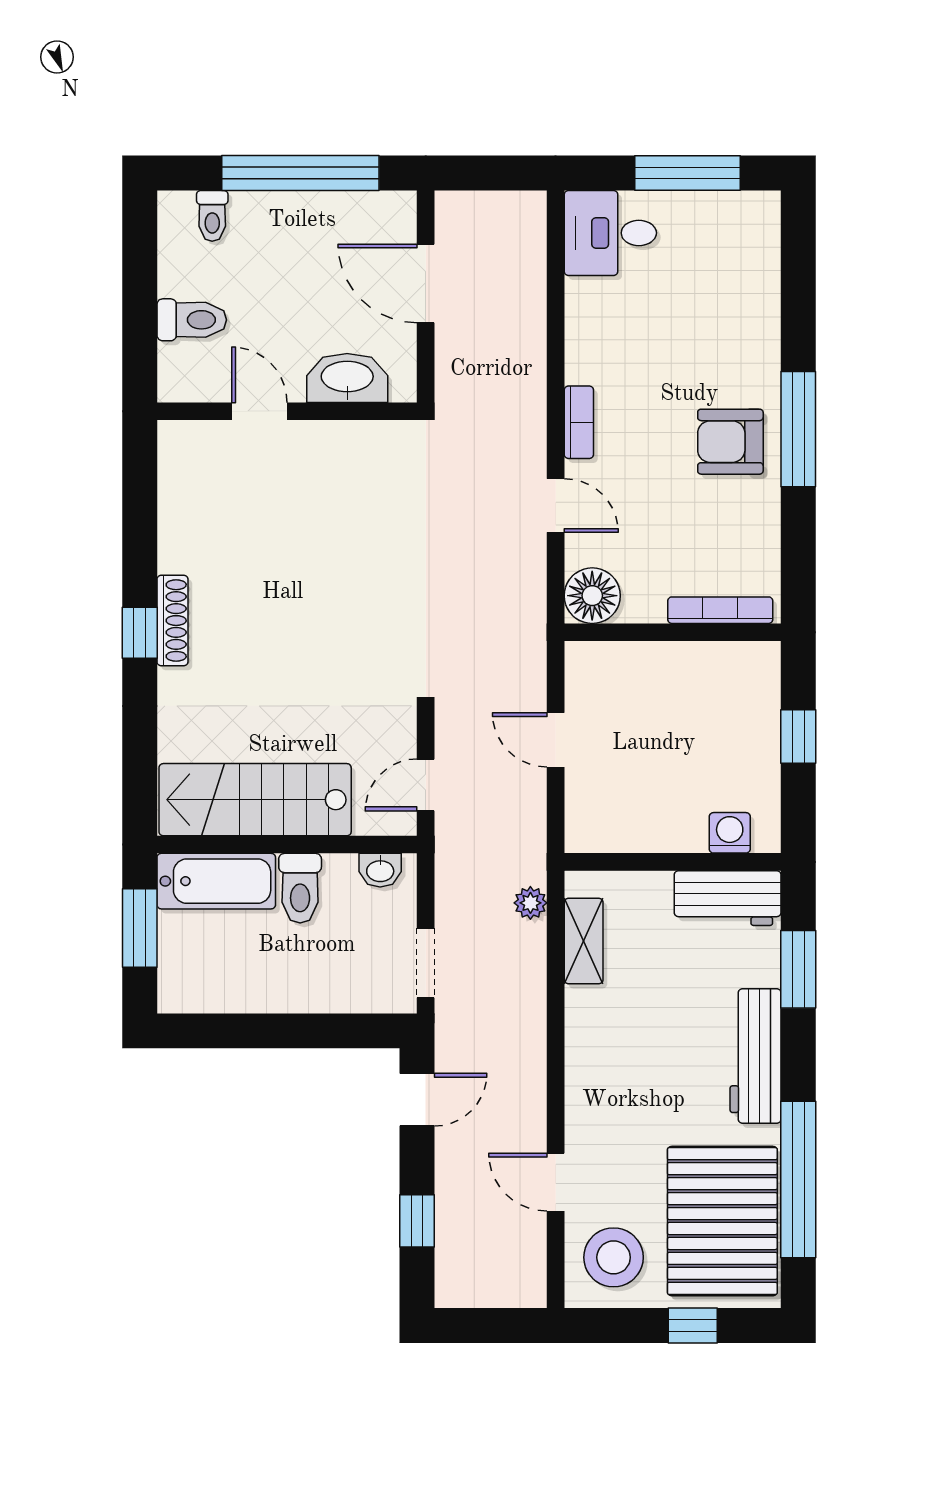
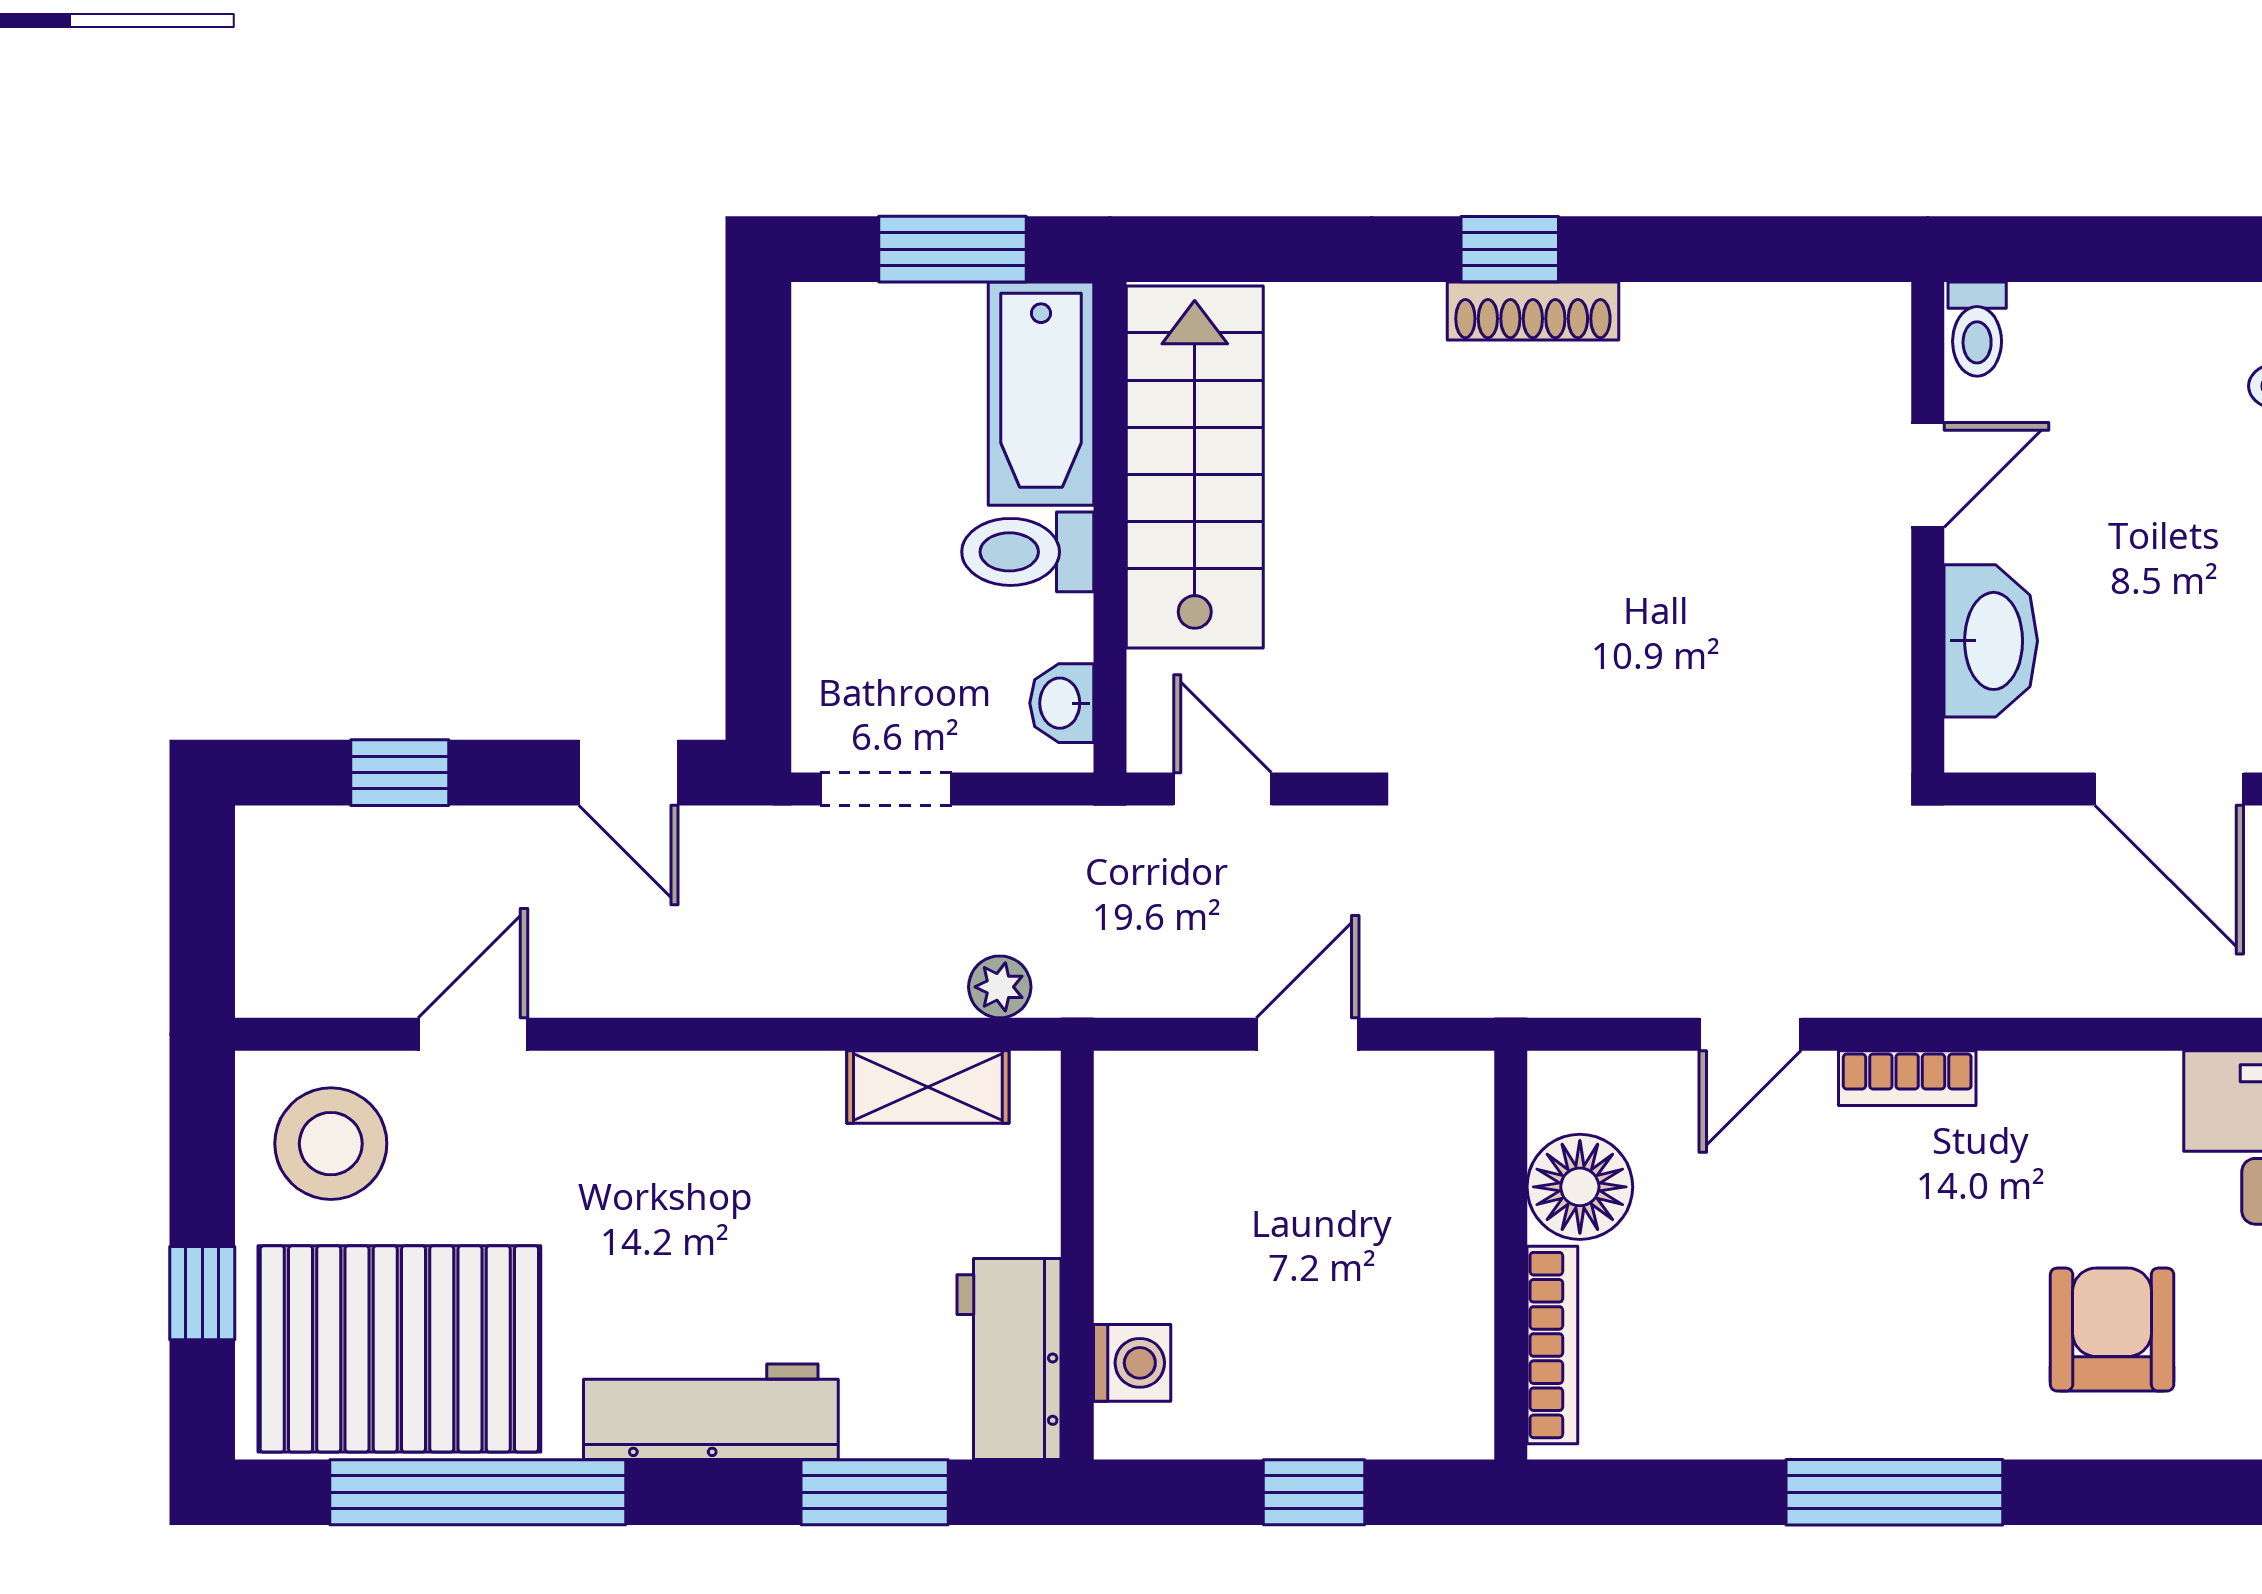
door: (426, 283) -> (2169, 789), swing flipped
toilet: (192, 320) -> (1977, 329), moved, width x0.73, depth x0.72
armchair: (730, 442) -> (2112, 1330), moved
floor lamp: (592, 596) -> (1580, 1187), moved

